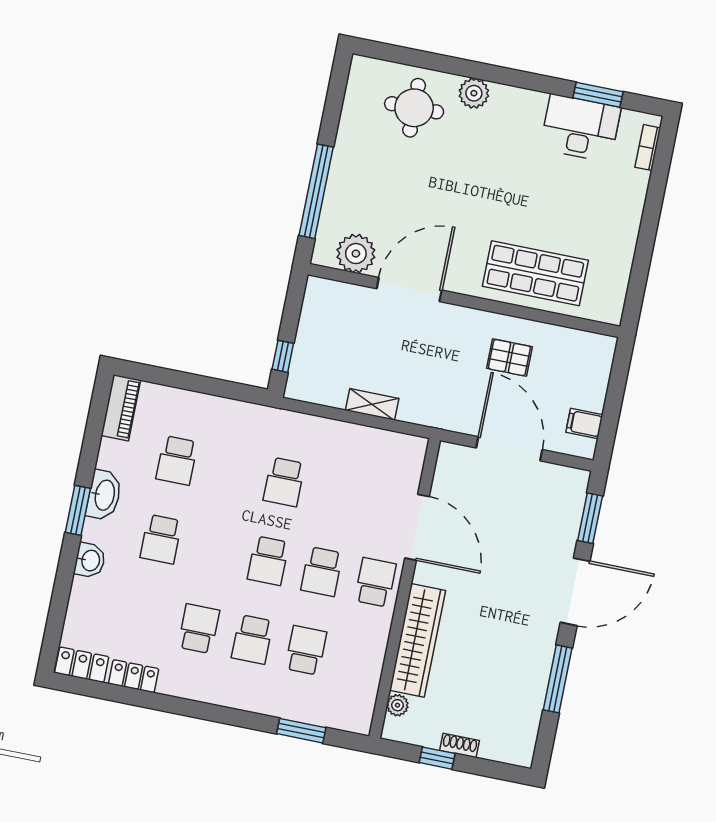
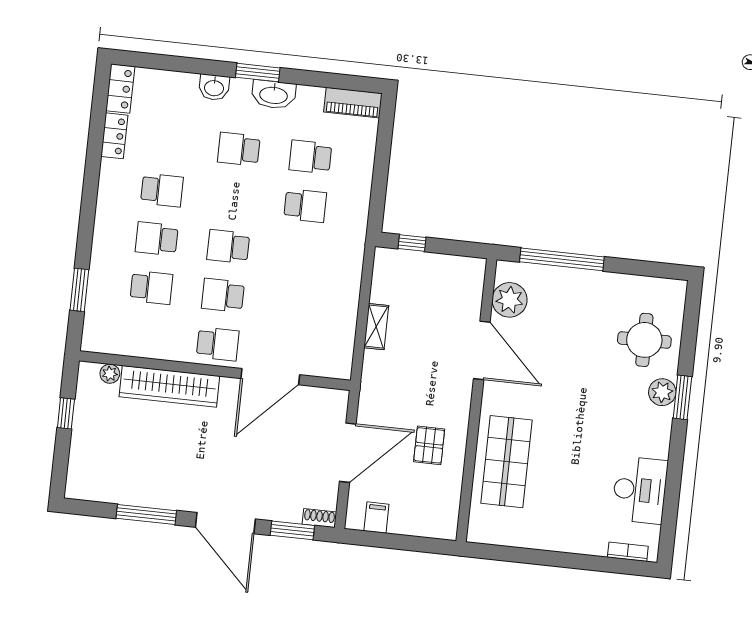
window: (598, 95) -> (682, 397), moved
school desk: (284, 482) -> (305, 206), moved, turned 180
shoe rack: (460, 745) -> (319, 518), moved, turned -90

